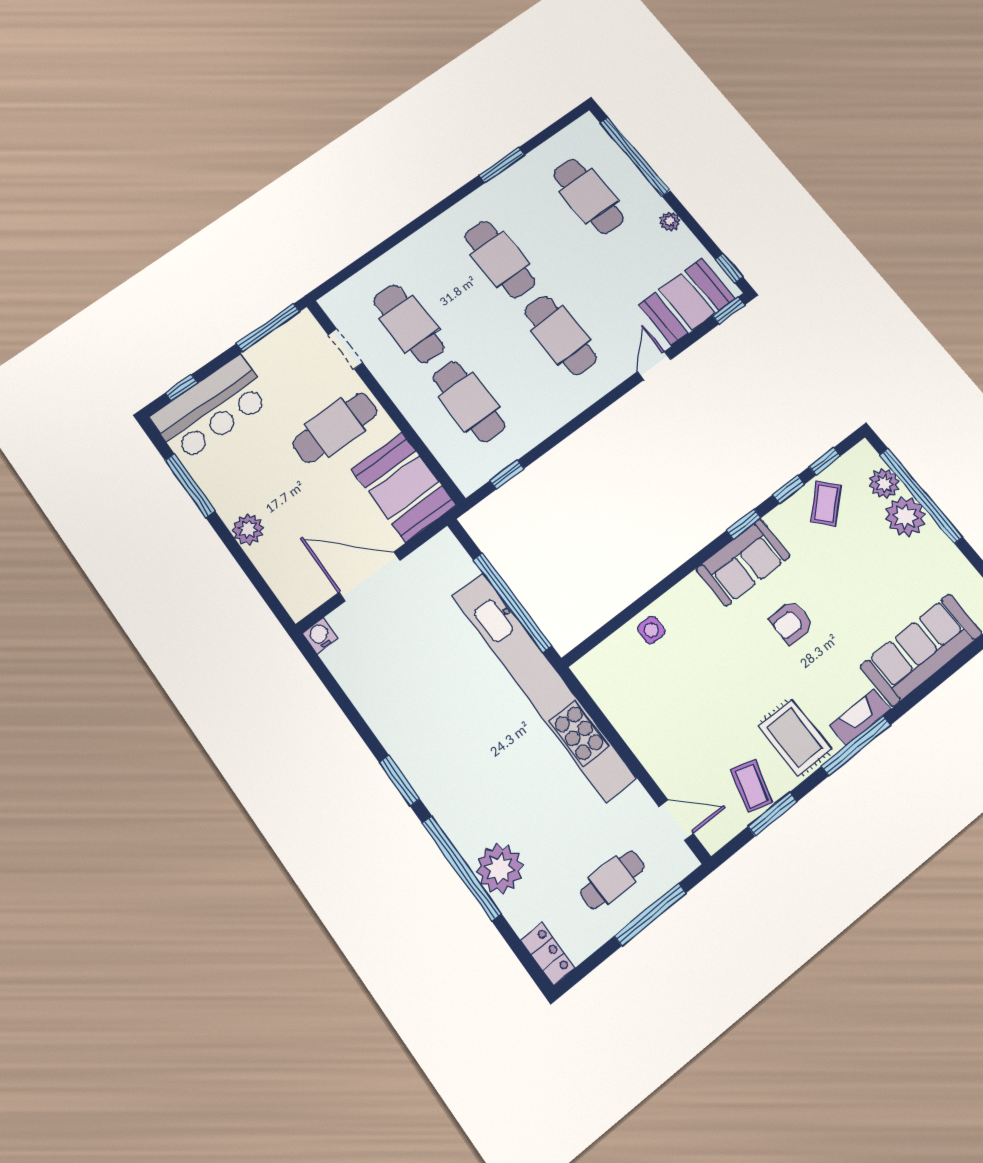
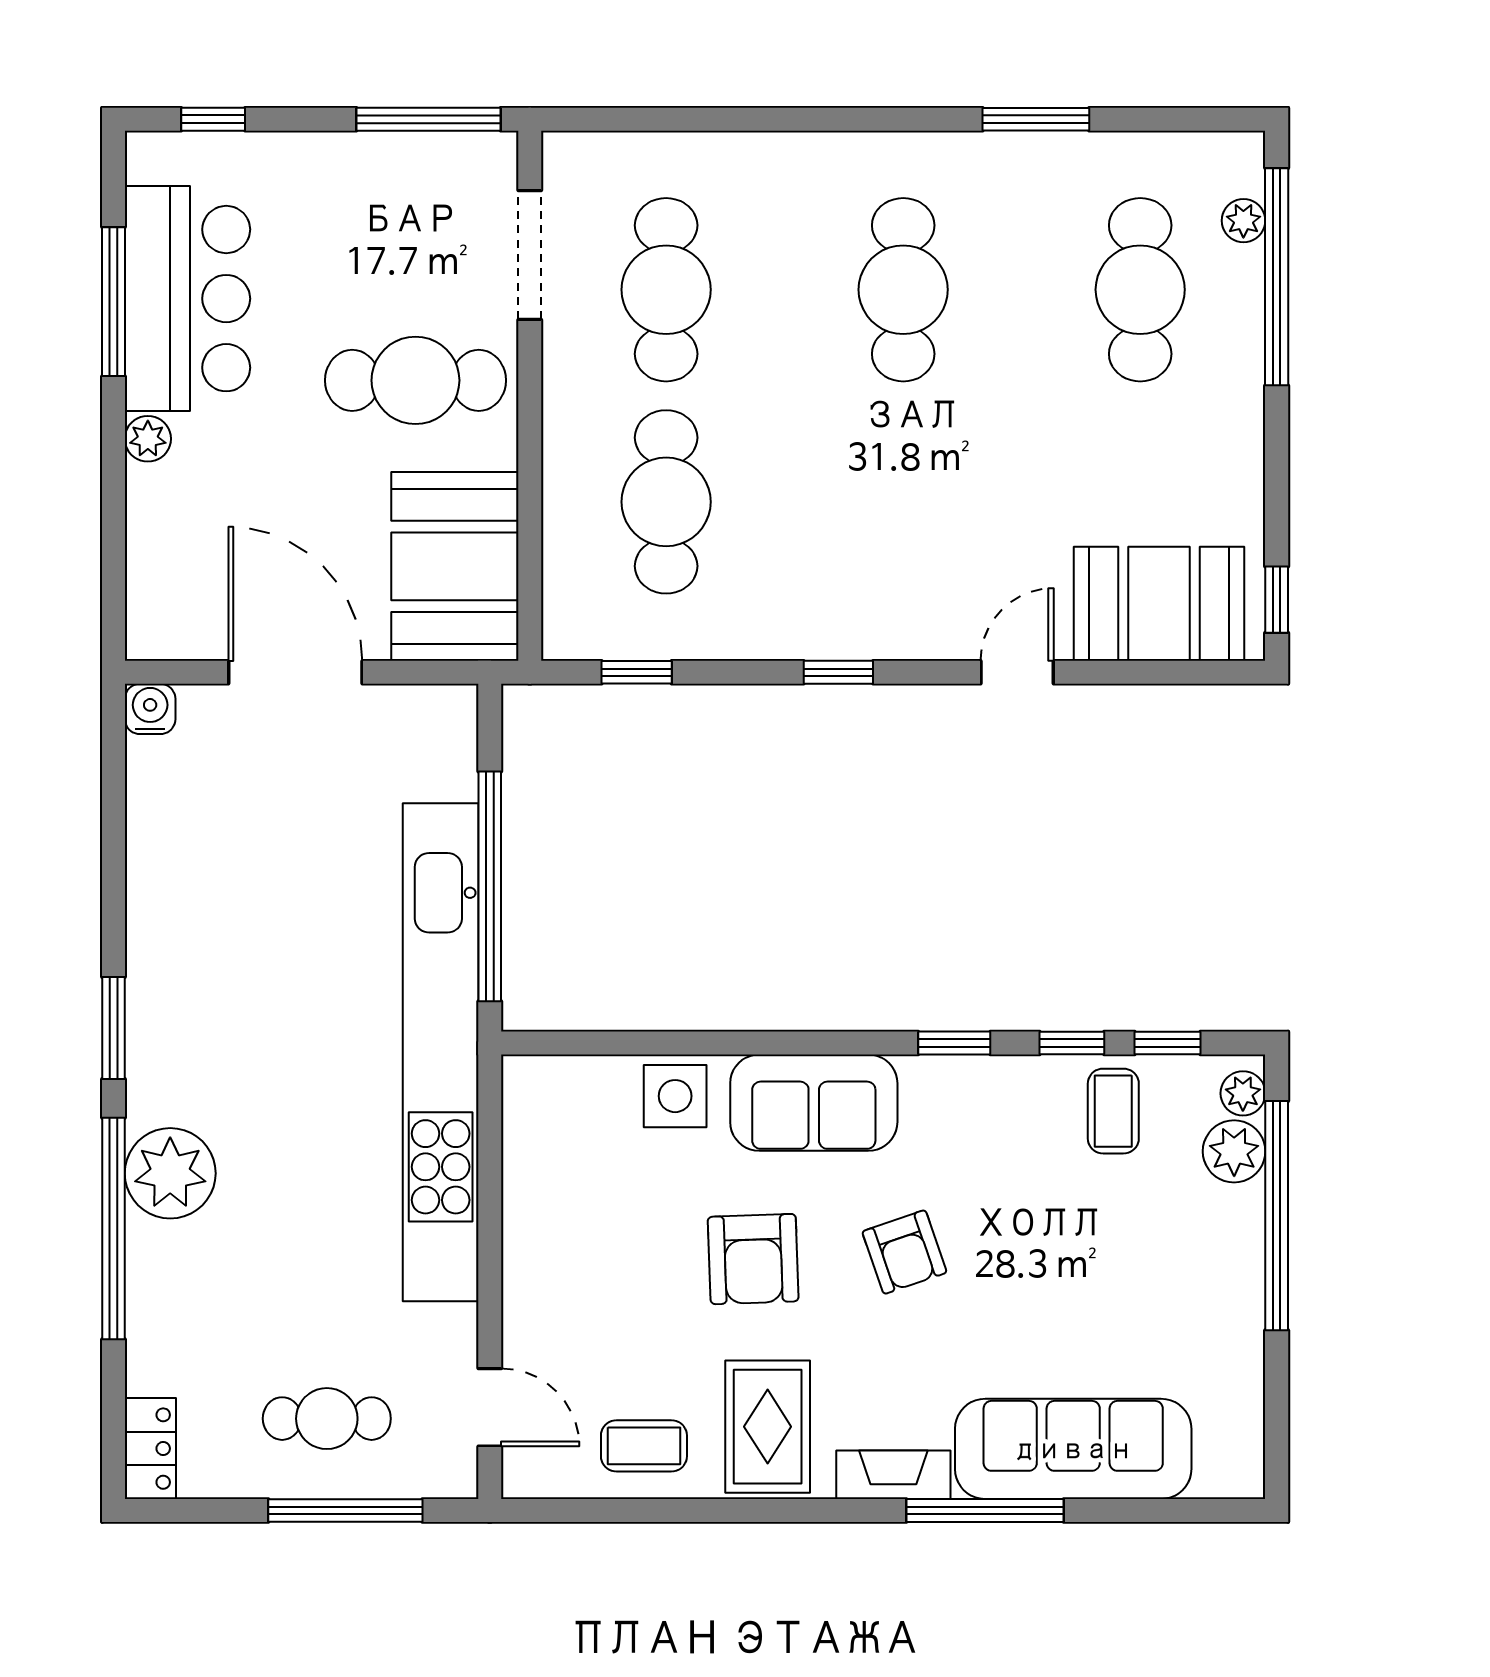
plant: (670, 221) -> (1243, 221), moved
window: (729, 311) -> (838, 672), moved
cafe table: (561, 335) -> (903, 502), removed
doorway: (345, 349) -> (530, 255), width x1.38
bar counter: (211, 408) -> (187, 299), moved, turned -90
coffee table: (826, 503) -> (1113, 1111), turned -48
plant: (905, 517) -> (1243, 1093), moved, width x0.53, depth x0.53
plant: (248, 529) -> (148, 439), width x0.73, depth x0.73
sofa: (743, 563) -> (814, 1103), moved
armchair: (791, 622) -> (904, 1252), turned -109
side table: (651, 630) -> (675, 1096), width x1.37, depth x1.37
armchair: (734, 672) -> (753, 1259), added
window: (856, 746) -> (985, 1511), moved
coffee table: (752, 786) -> (644, 1446), turned 75
window: (772, 814) -> (642, 1511), removed
plant: (500, 869) -> (170, 1173), moved

